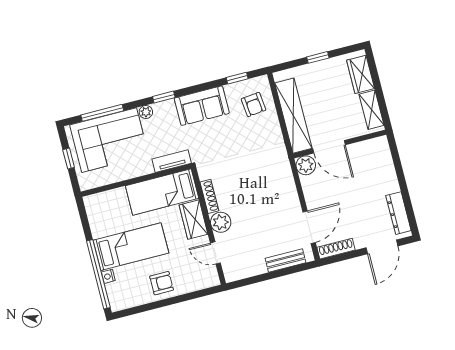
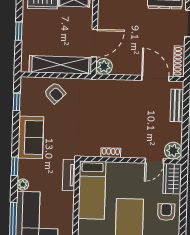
armchair: (253, 105) -> (55, 93), moved, turned 52
shoe rack: (209, 196) -> (111, 153), width x0.70
wardrobe: (194, 220) -> (172, 179), moved, turned 90
plant: (221, 222) -> (173, 151), moved

